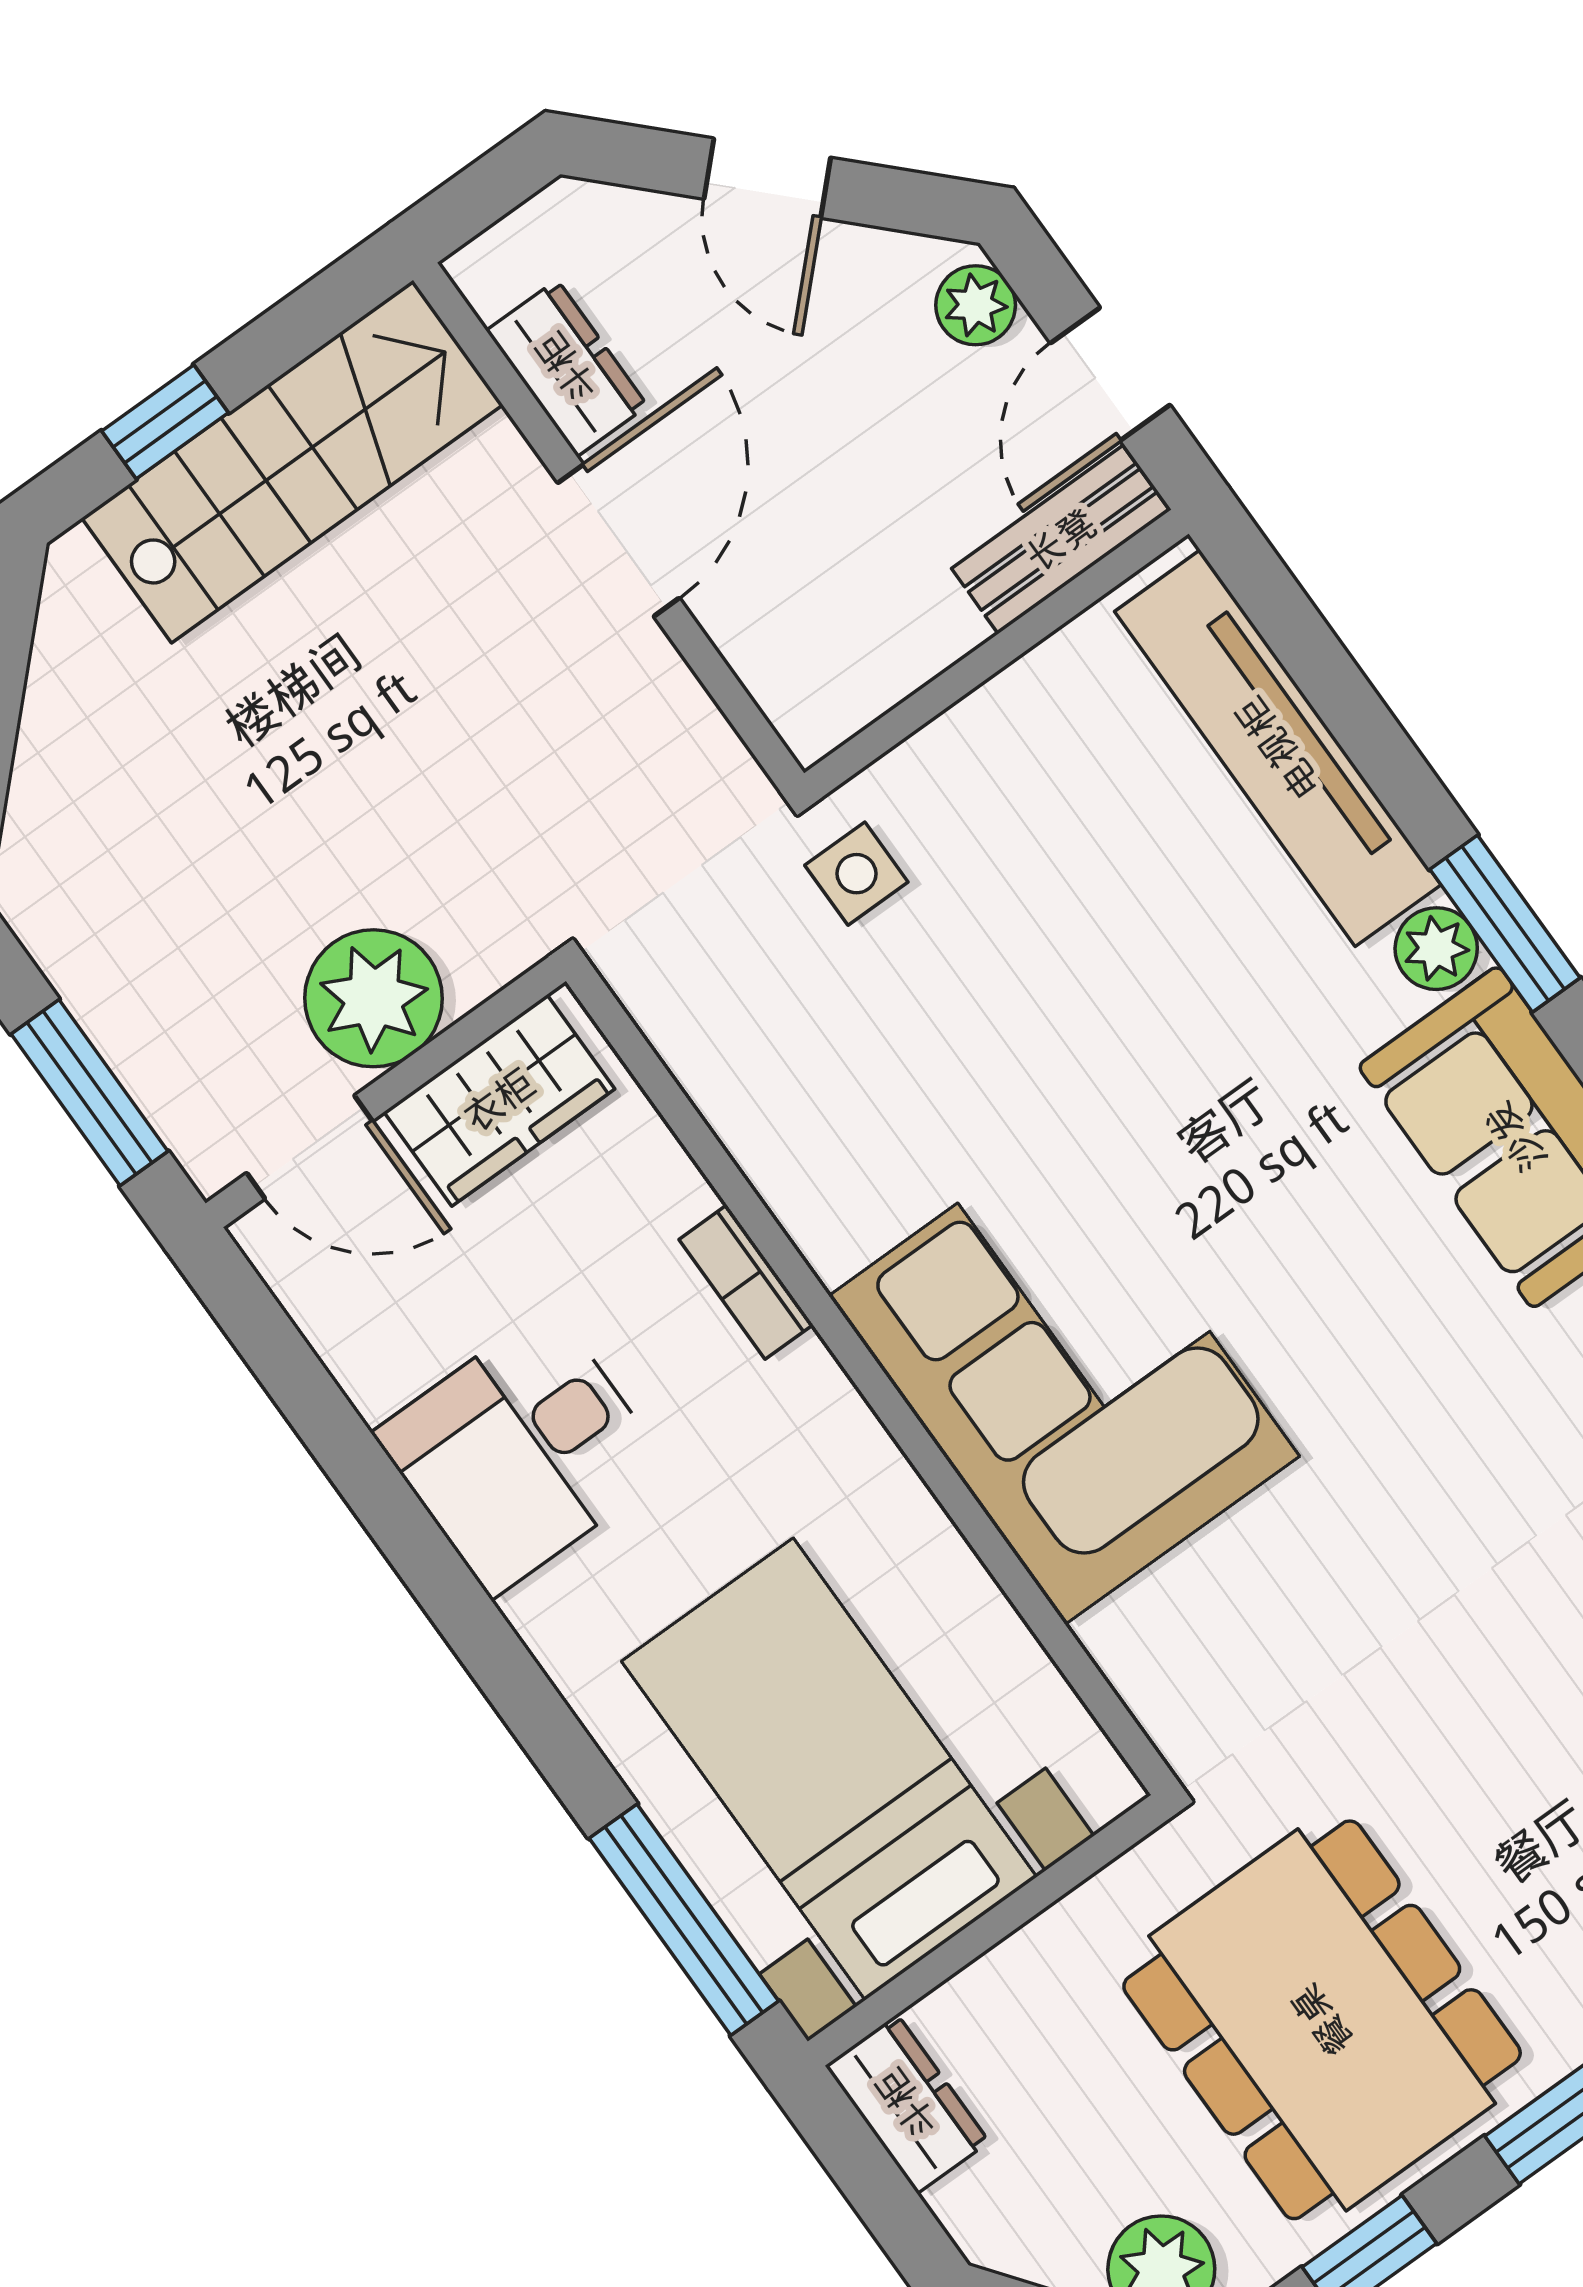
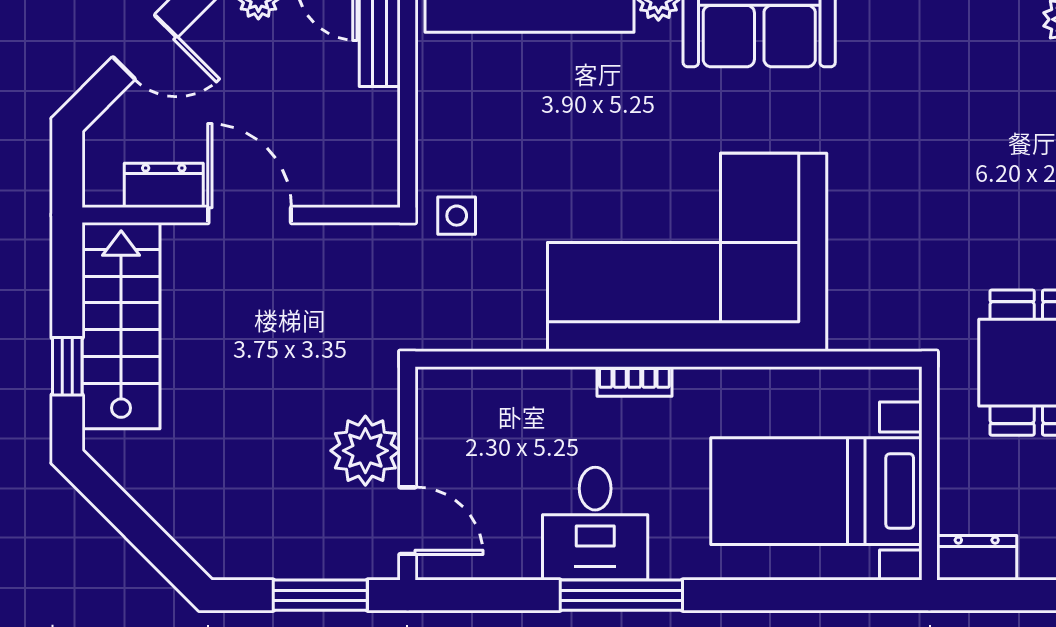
wardrobe: (499, 1100) -> (444, 429), removed
door: (310, 1147) -> (408, 521), hinge flipped
bookcase: (746, 1282) -> (634, 381), moved
corner sofa: (1064, 1376) -> (687, 252), width x1.36, depth x1.36
window: (684, 1920) -> (621, 595), moved

